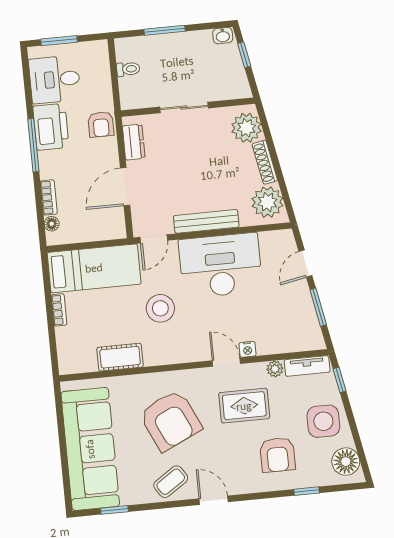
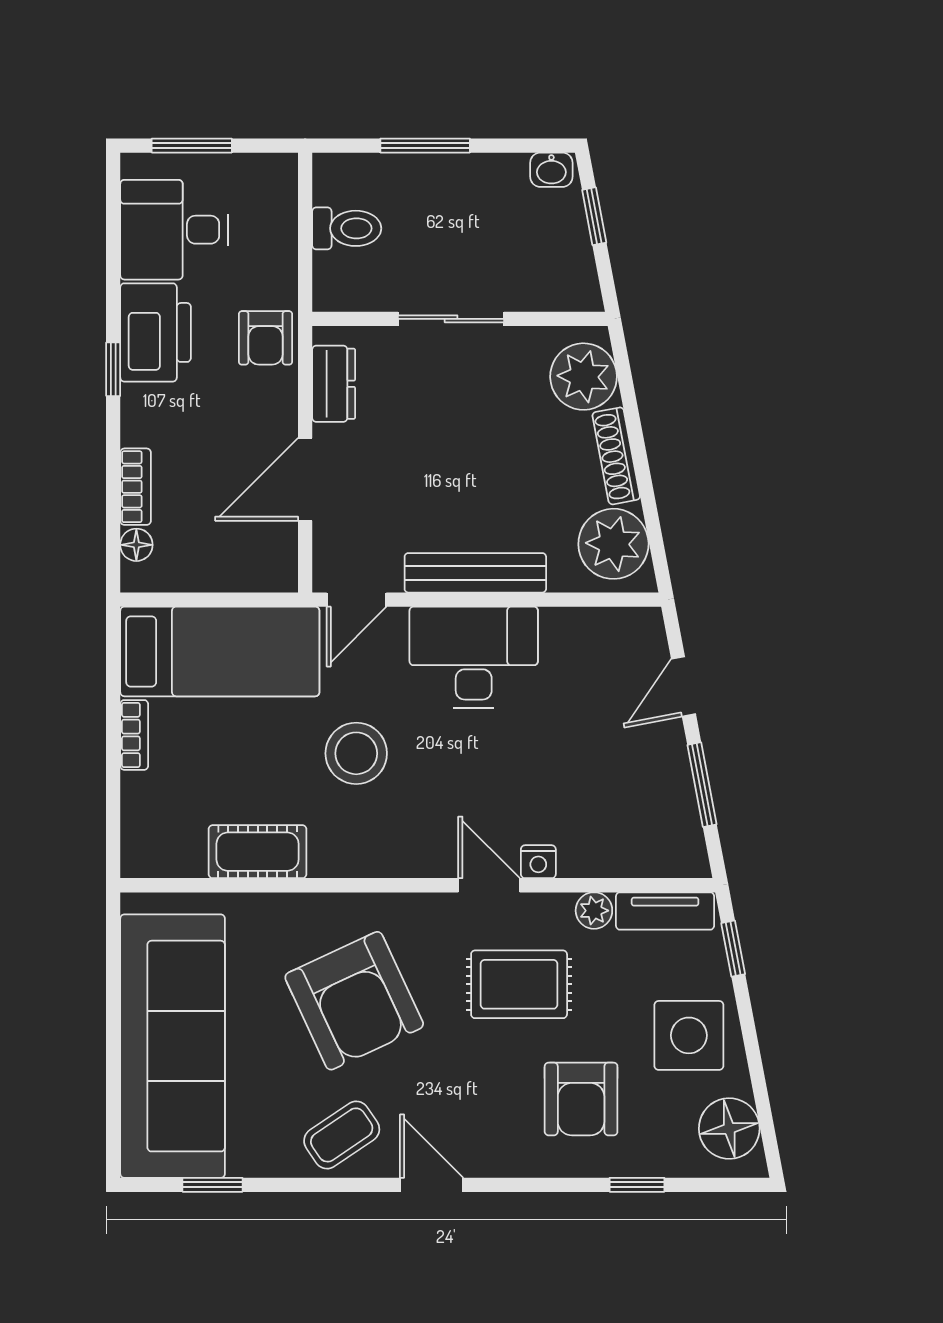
toilet: (128, 69) -> (347, 228), width x1.37, depth x1.39
window: (33, 145) -> (113, 369), width x0.46
desk: (220, 265) -> (474, 657), width x0.73, depth x0.77

